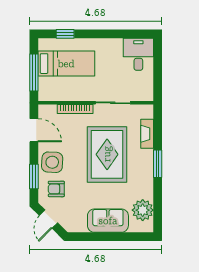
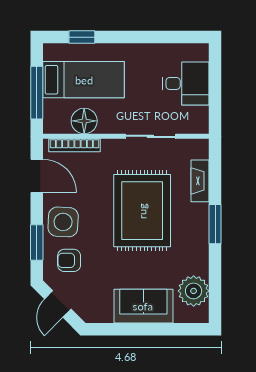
desk: (138, 54) -> (186, 83), moved, turned 90
floor lamp: (67, 92) -> (84, 121), added
bookcase: (75, 109) -> (74, 145), moved

